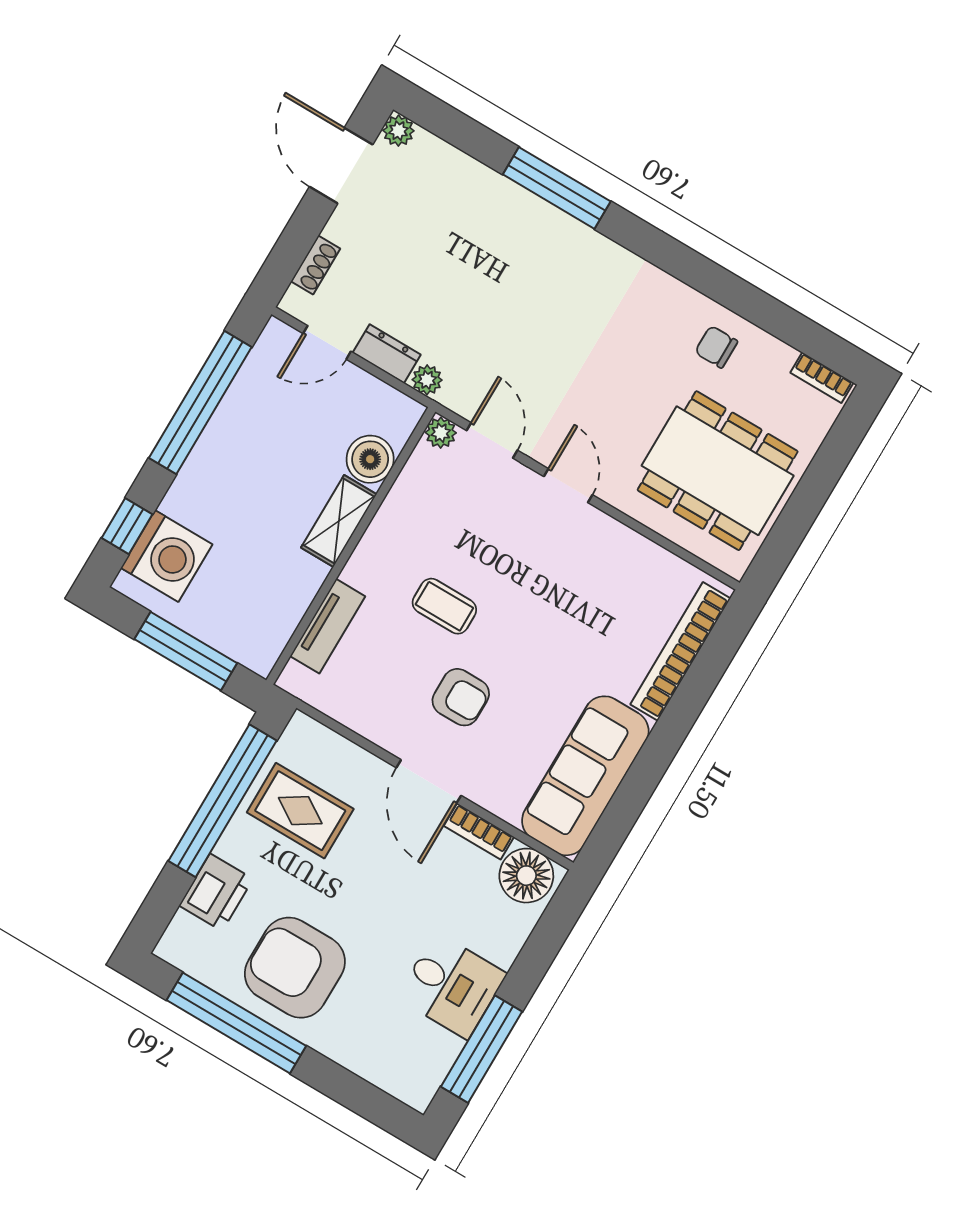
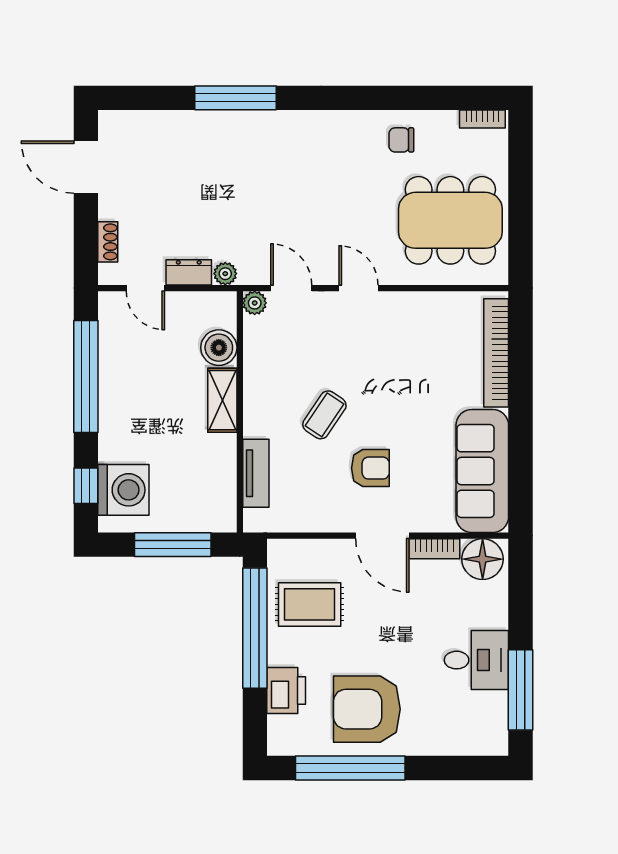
plant: (398, 131) -> (110, 122), removed
door: (327, 342) -> (145, 288), hinge flipped
coffee table: (444, 606) -> (324, 415), turned -56

